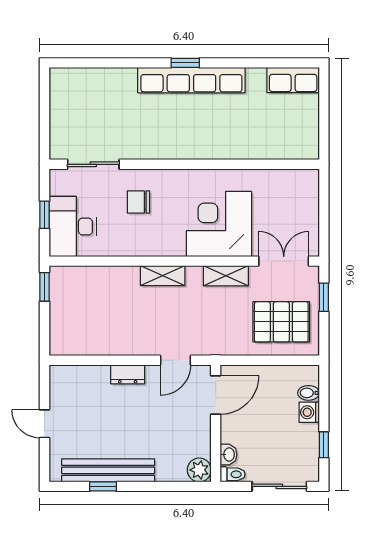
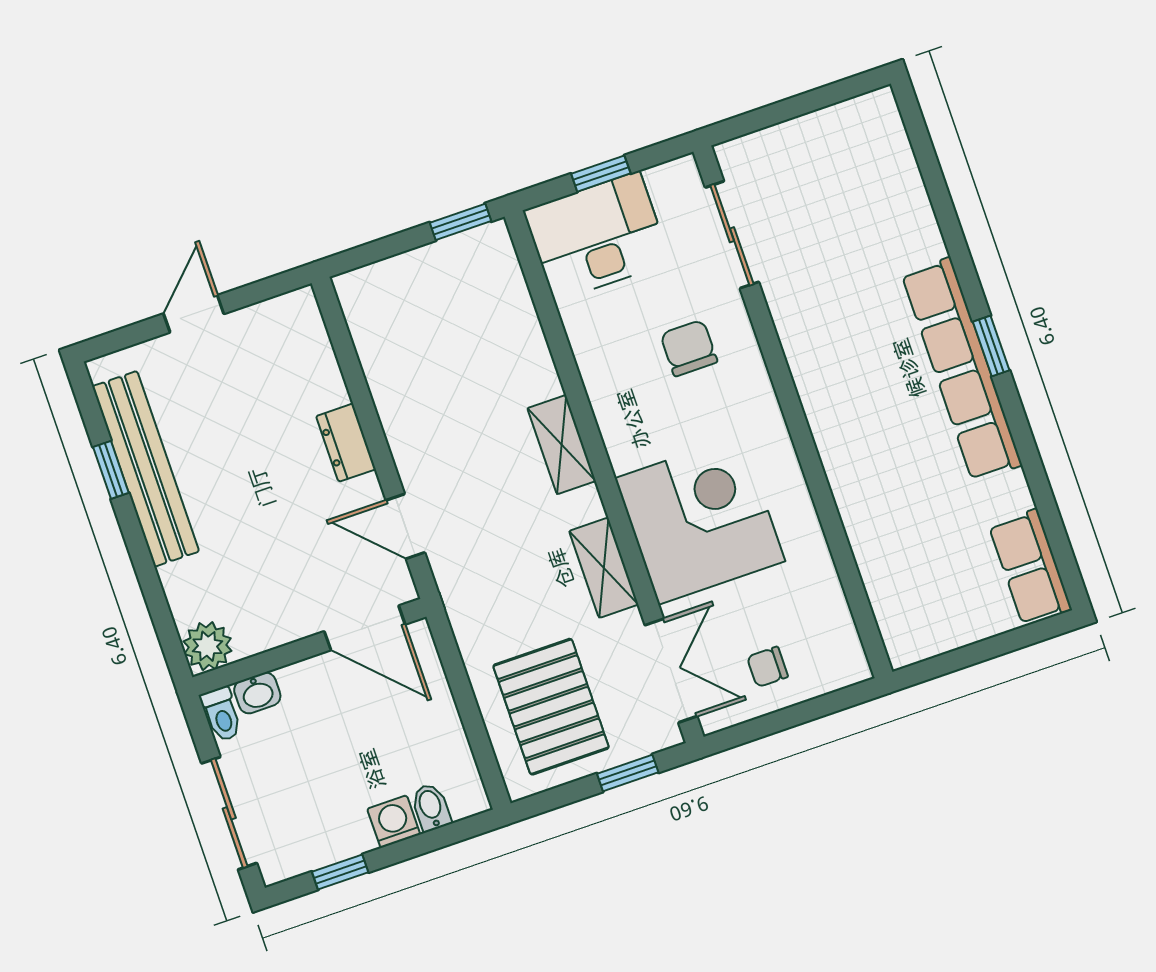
chair: (297, 216) -> (767, 667), added

